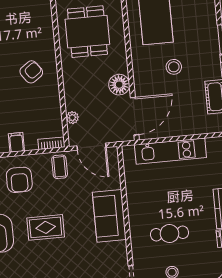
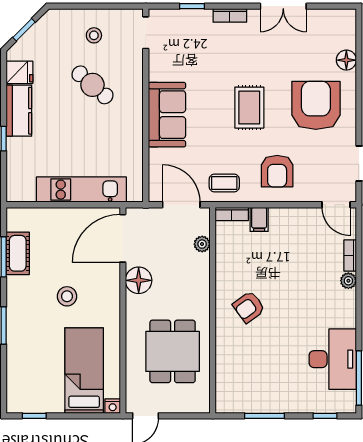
filing cabinet: (16, 142) -> (259, 219), moved
coffee table: (60, 167) -> (224, 183), turned 90
armchair: (19, 180) -> (277, 171), turned 180
rug: (46, 227) -> (249, 108), turned 90
cafe table: (169, 234) -> (92, 85), turned 41

